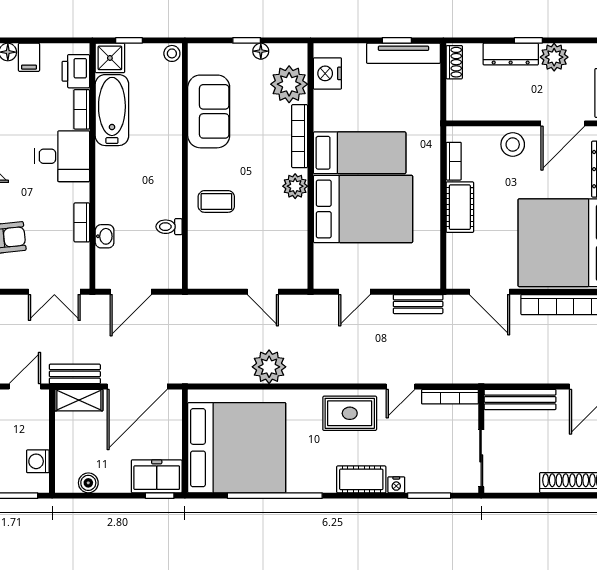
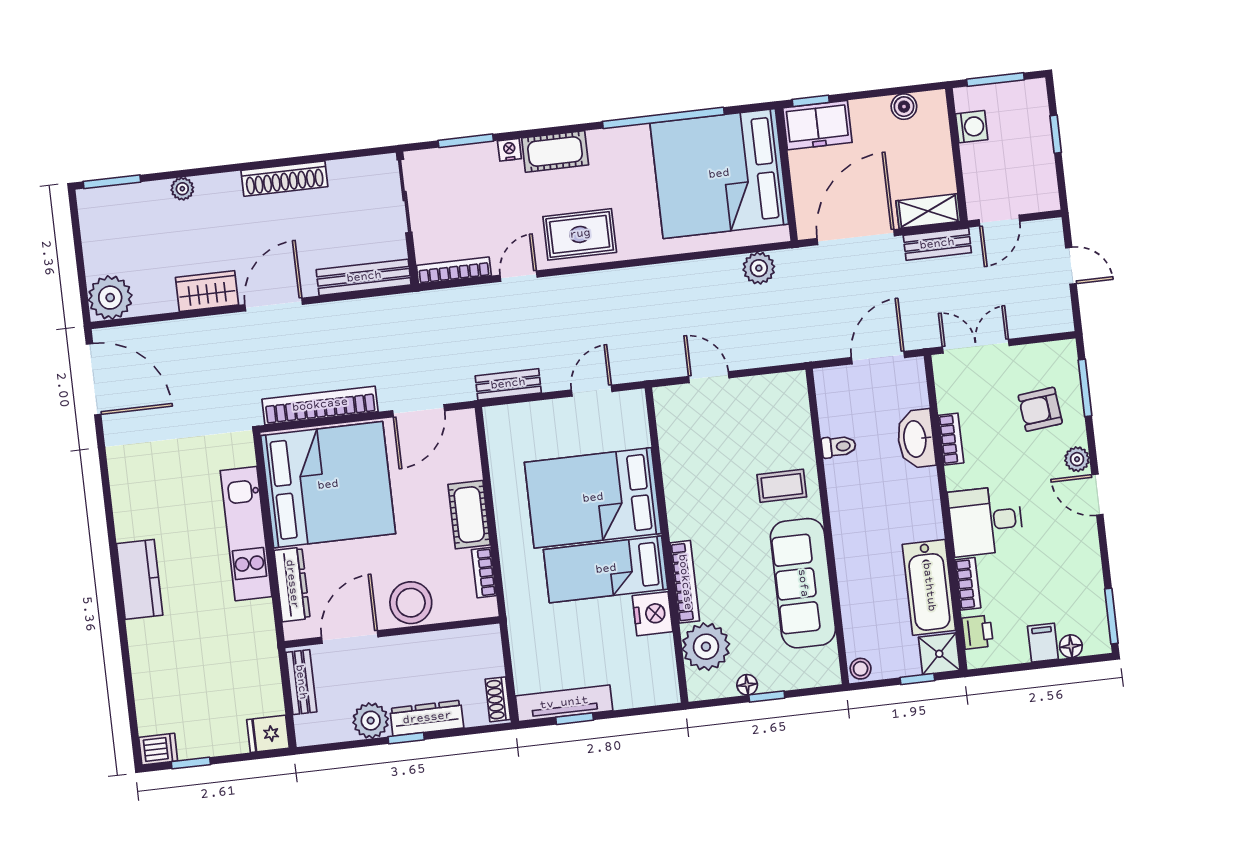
printer: (76, 71) -> (977, 632), width x0.73, depth x0.81
nightstand: (327, 73) -> (652, 614), moved
sofa: (209, 111) -> (803, 583), width x1.36
stool: (513, 144) -> (411, 603), width x1.38, depth x1.38
plant: (295, 186) -> (683, 517), removed
washbasin: (105, 236) -> (916, 439), width x1.91, depth x1.45
door: (490, 292) -> (419, 411), swing flipped
plant: (269, 367) -> (759, 268), moved, width x0.73, depth x0.73

